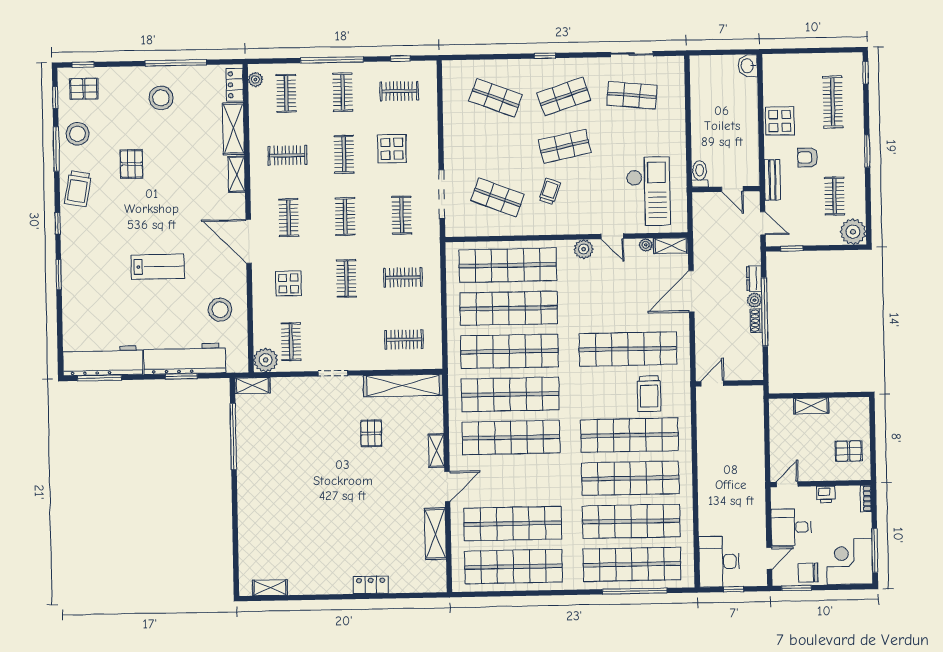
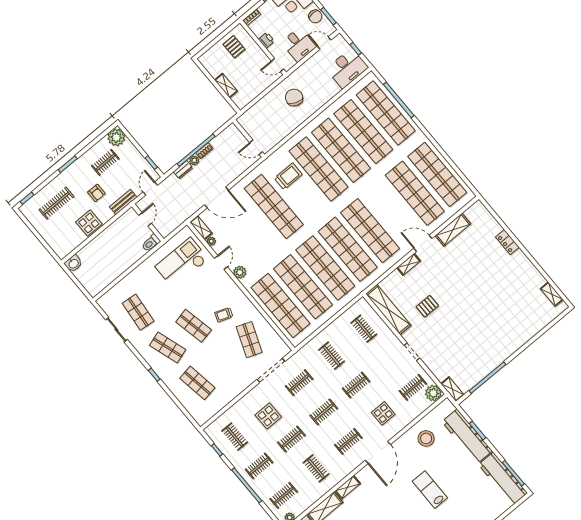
shop shelf: (496, 98) -> (197, 383), turned -30
chair: (734, 473) -> (294, 98), added

